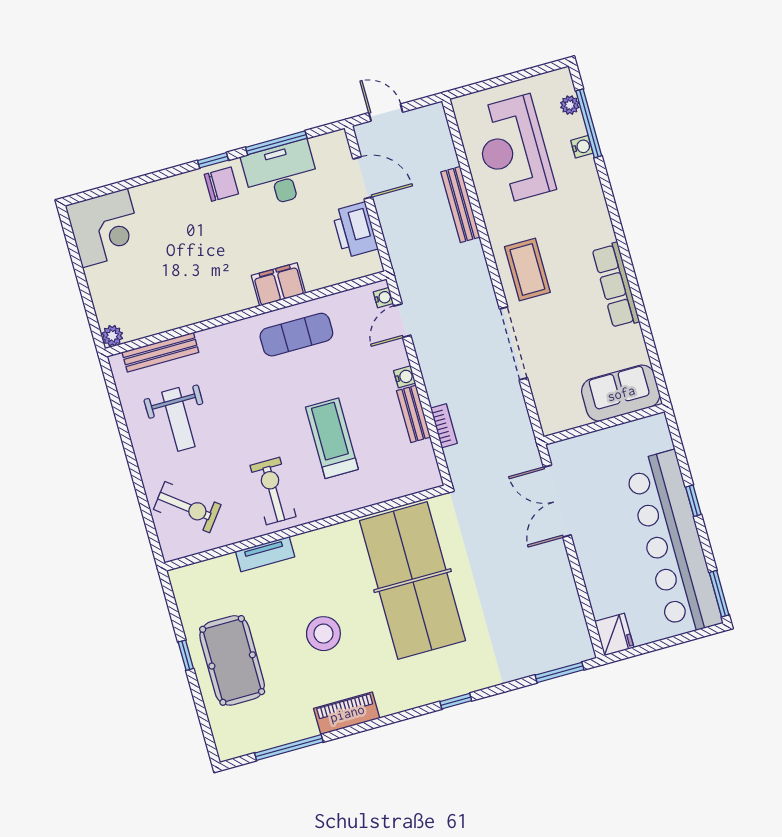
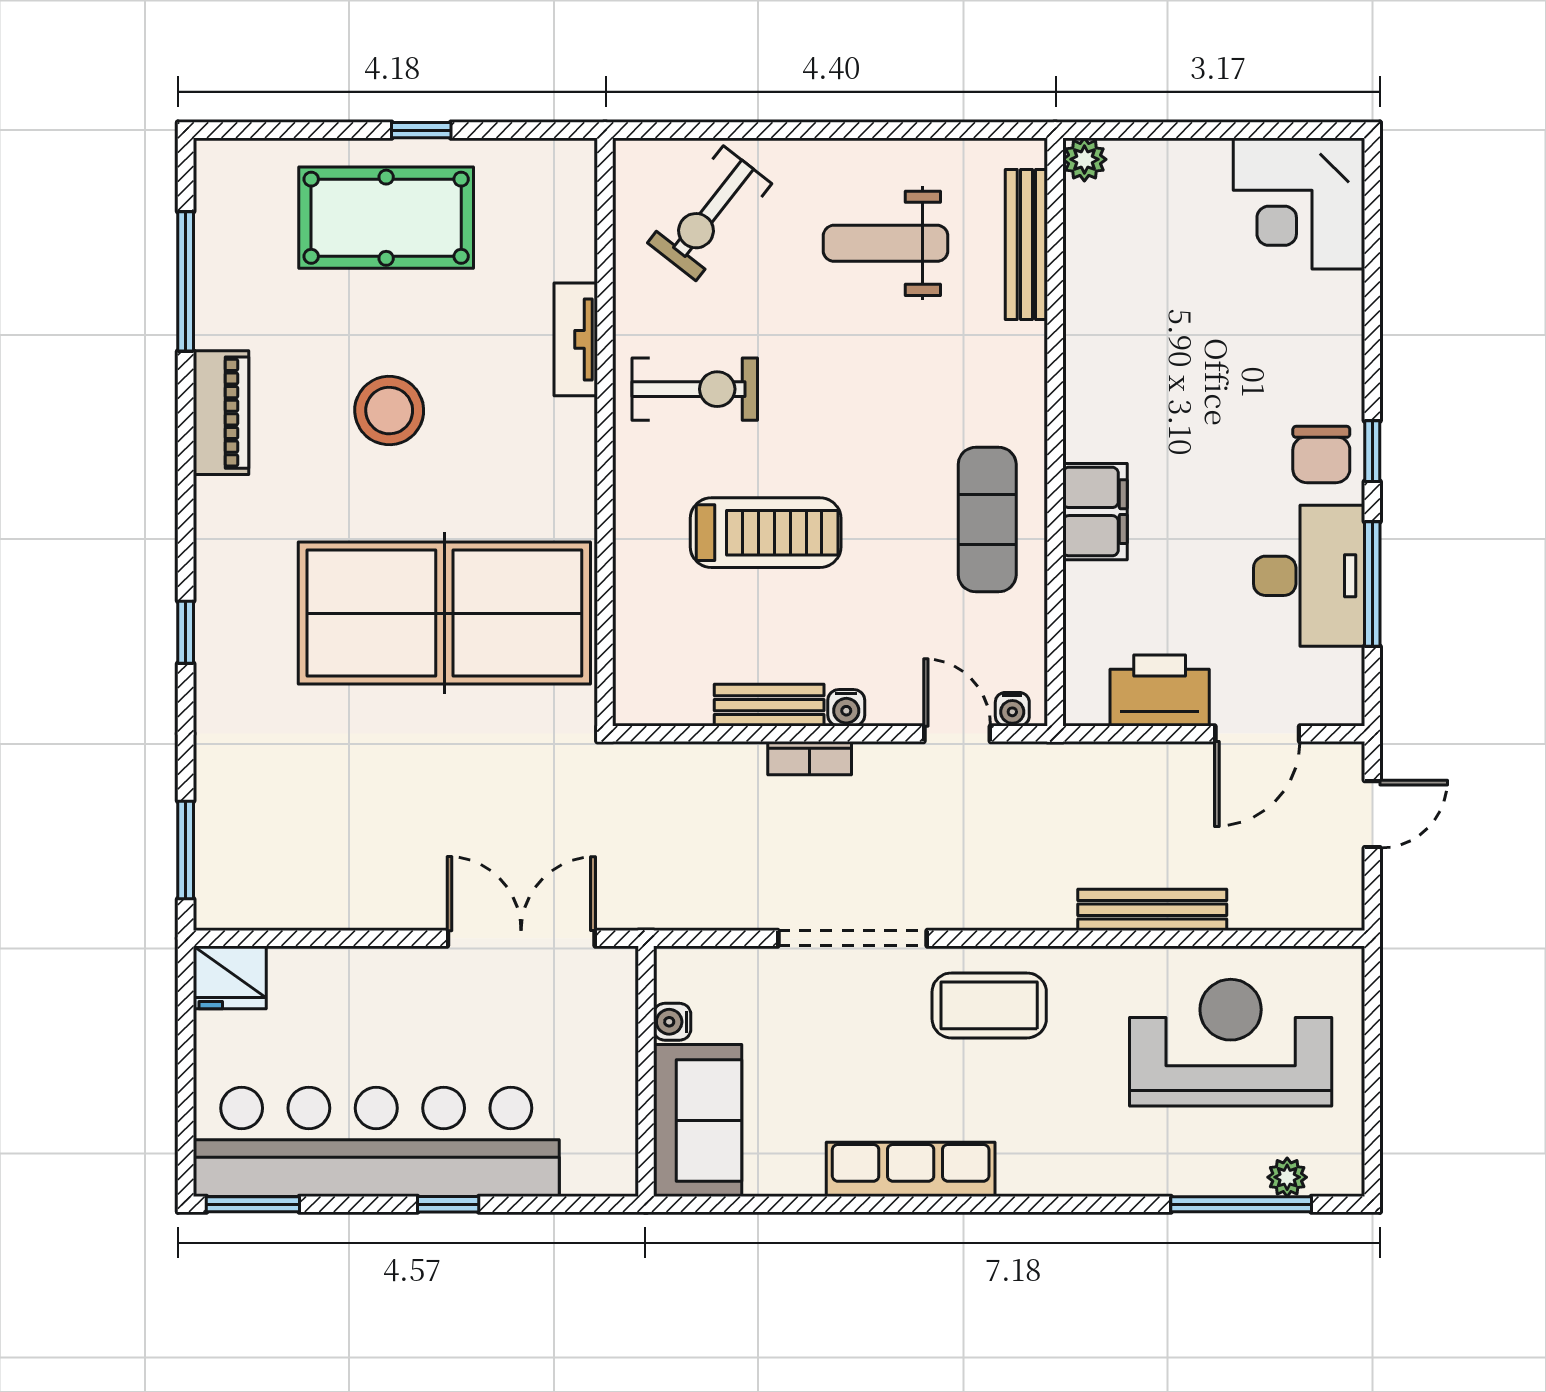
water cooler: (582, 147) -> (672, 1022), moved, turned 90
bookcase: (444, 426) -> (810, 758), moved

